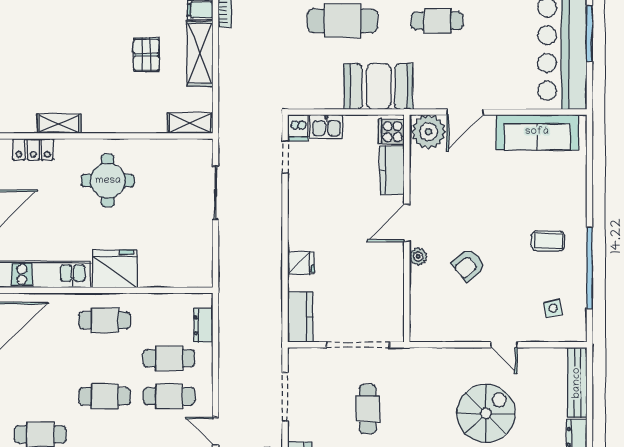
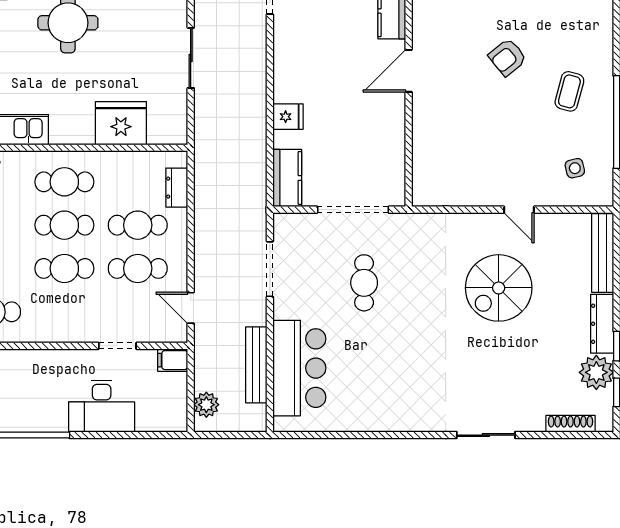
sliding door: (215, 193) -> (191, 58), moved
coffee table: (548, 241) -> (569, 91), turned -75
plant: (418, 257) -> (422, 109), removed
armchair: (468, 265) -> (507, 57), moved
fridge: (115, 269) -> (121, 123), moved
cafe table: (105, 358) -> (64, 225), added
spiral stairs: (486, 413) -> (499, 288), turned 180

